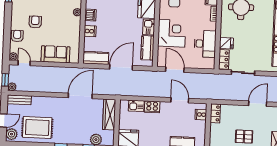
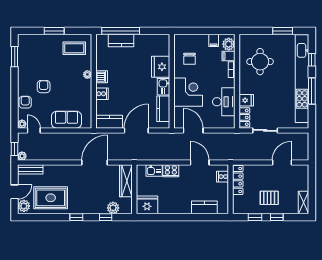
locker: (215, 113) -> (238, 180), width x1.53

